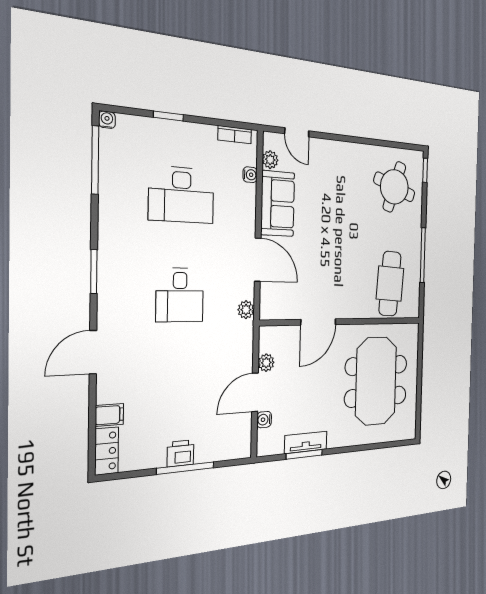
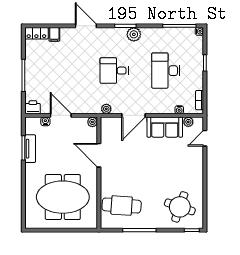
plant: (111, 255) -> (134, 34), added
plant: (266, 363) -> (92, 122), moved
printer: (180, 453) -> (33, 107), moved, turned -90

